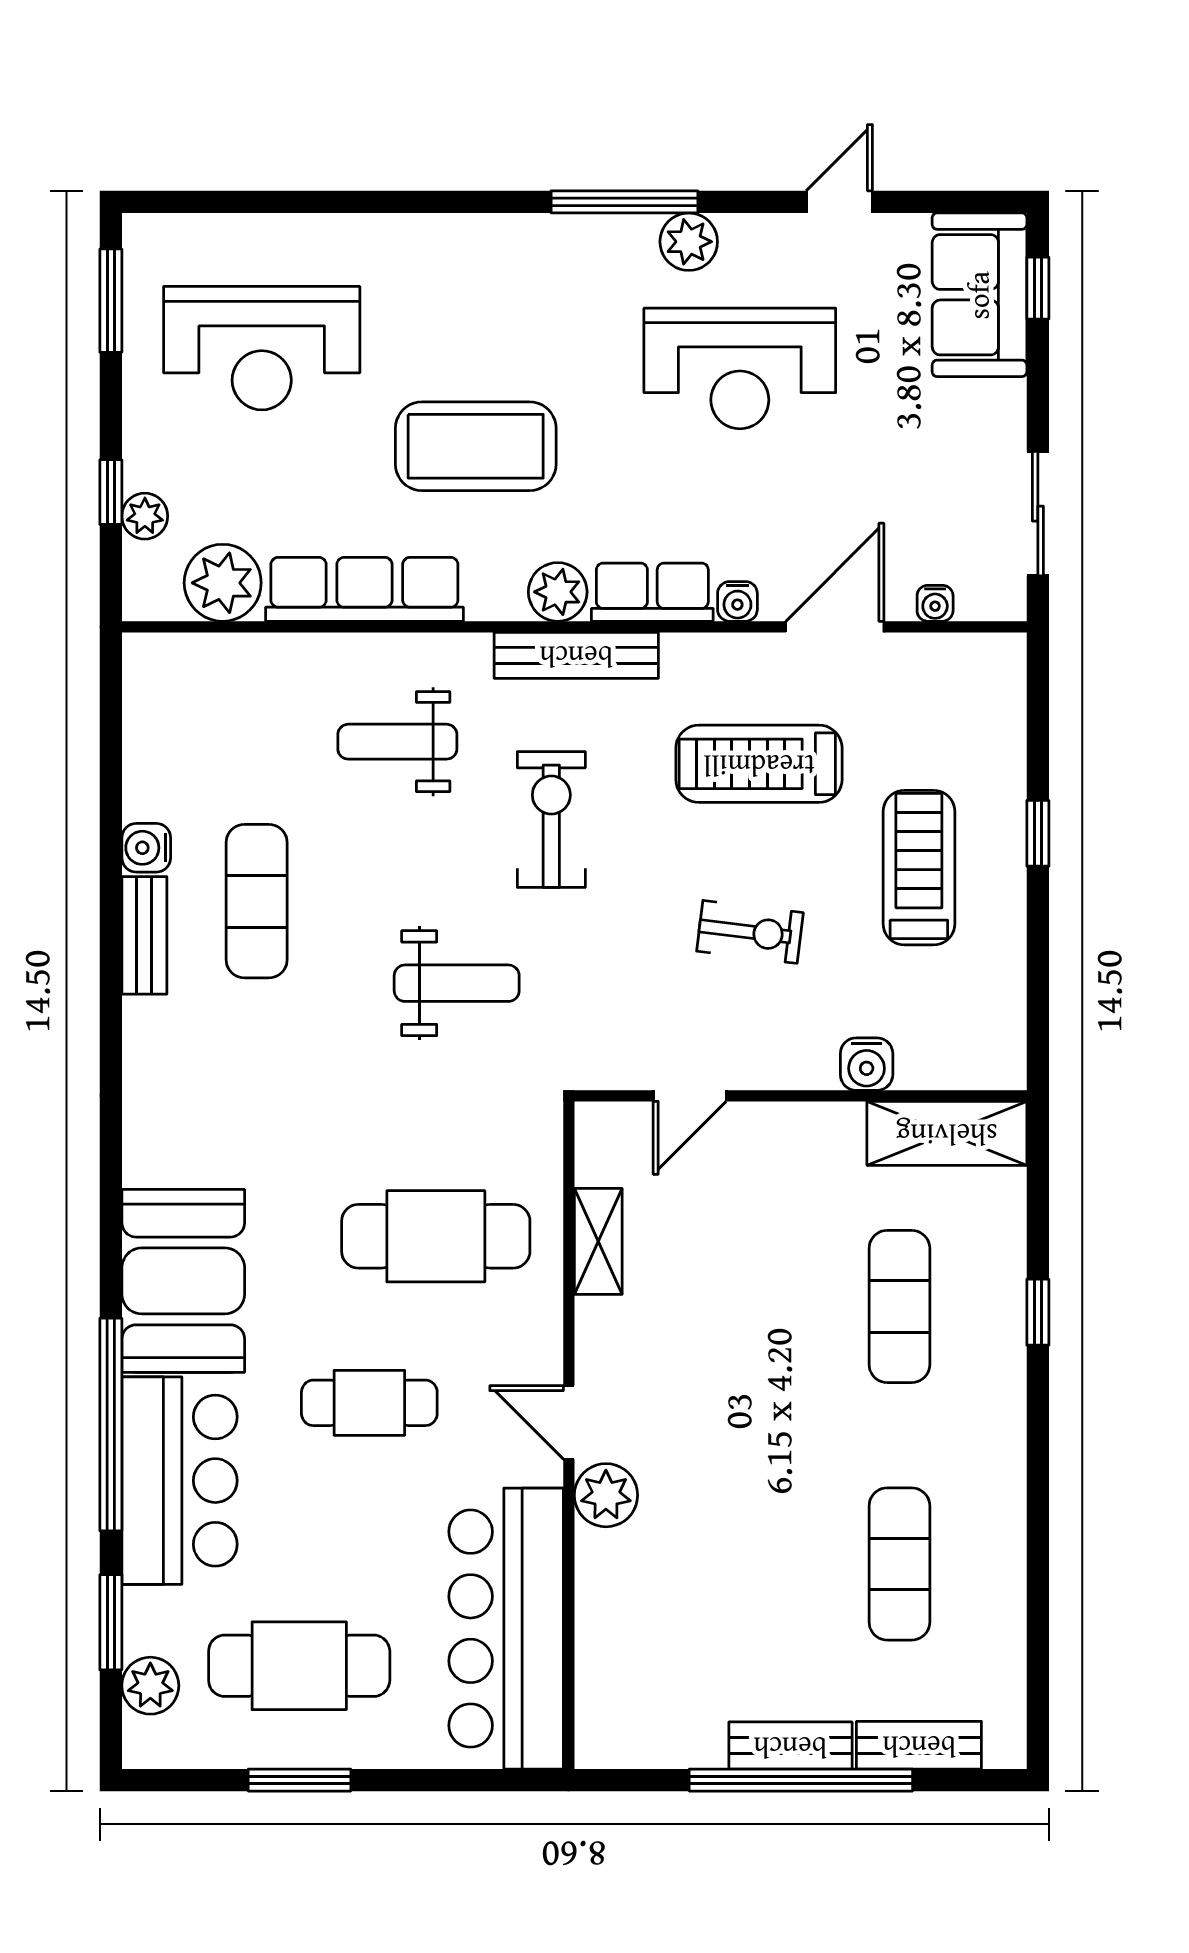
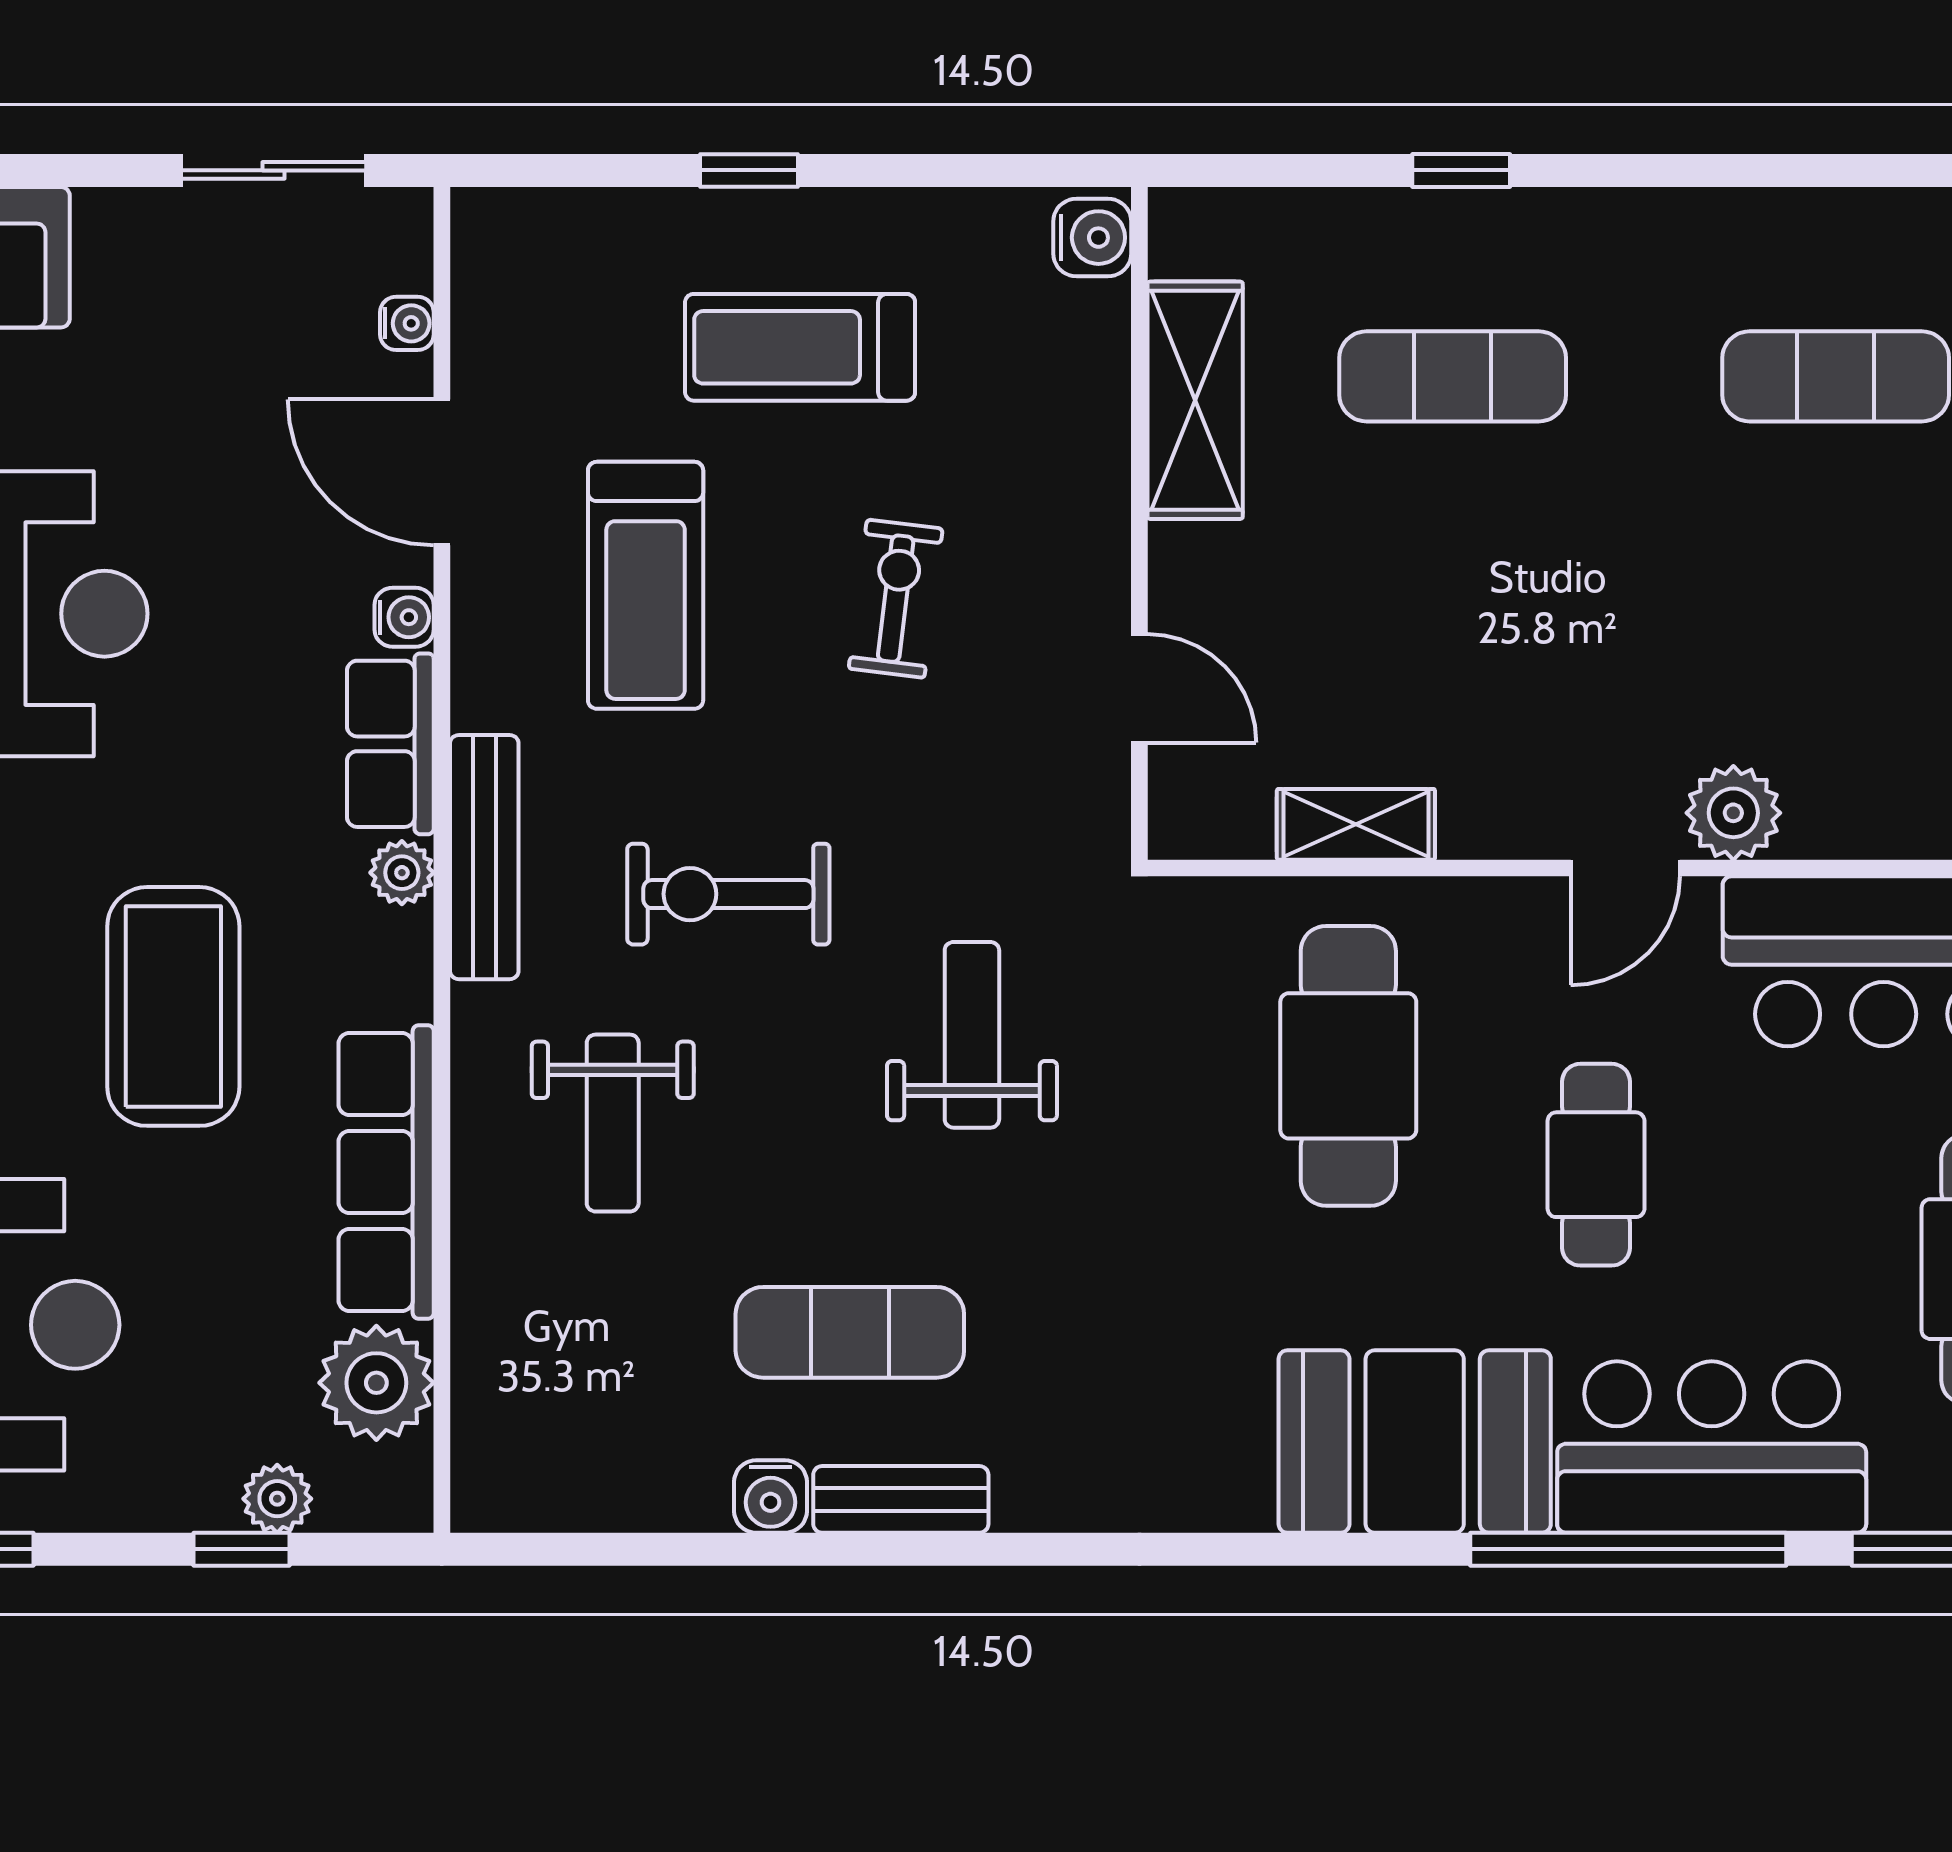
plant: (558, 592) -> (402, 873), width x0.73, depth x0.73
water cooler: (867, 1064) -> (1092, 238), moved
shelving: (947, 1133) -> (1195, 400), moved

